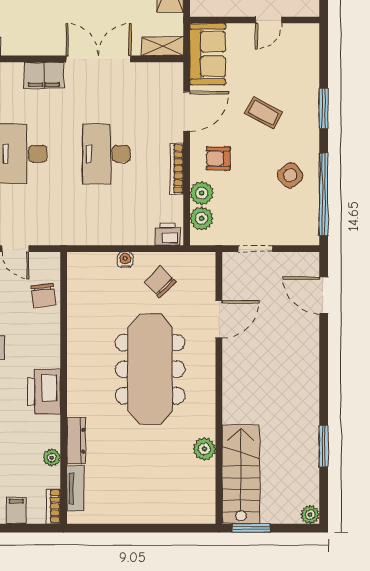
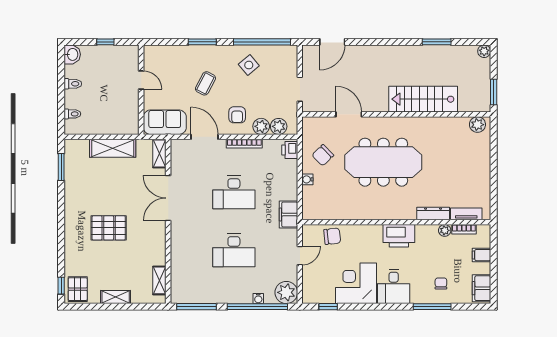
filing cabinet: (44, 75) -> (288, 214), moved, turned 180
plant: (204, 449) -> (477, 125), moved
stairs: (241, 474) -> (423, 99), moved
bookcase: (53, 506) -> (464, 229), moved

